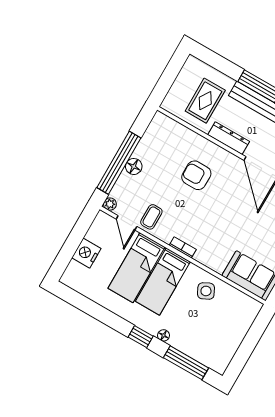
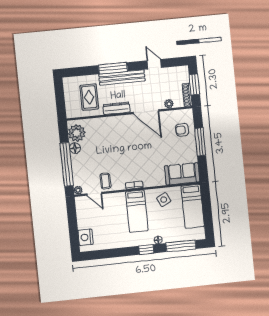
plant: (159, 133) -> (77, 133), added
floor lamp: (134, 166) -> (75, 148), moved
armchair: (196, 175) -> (114, 141), removed
nightstand: (86, 253) -> (86, 237), moved
bed: (136, 268) -> (193, 206), moved

